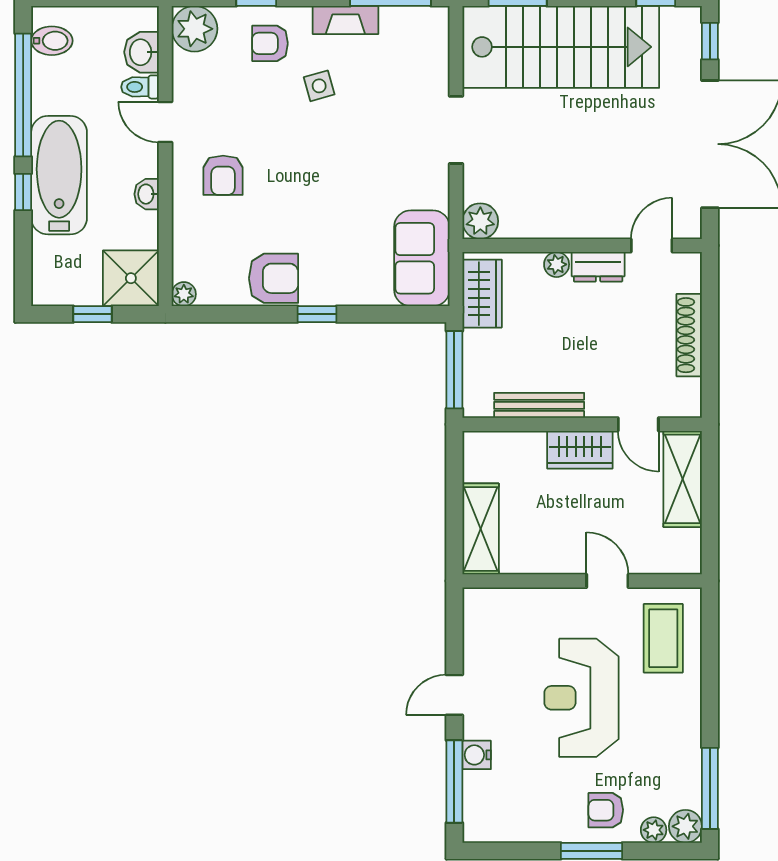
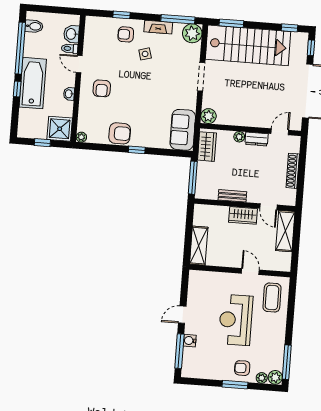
plant: (194, 29) -> (192, 33), moved
bench: (539, 405) -> (232, 196), width x0.73

